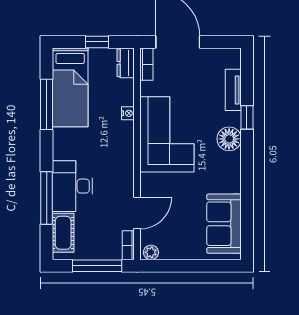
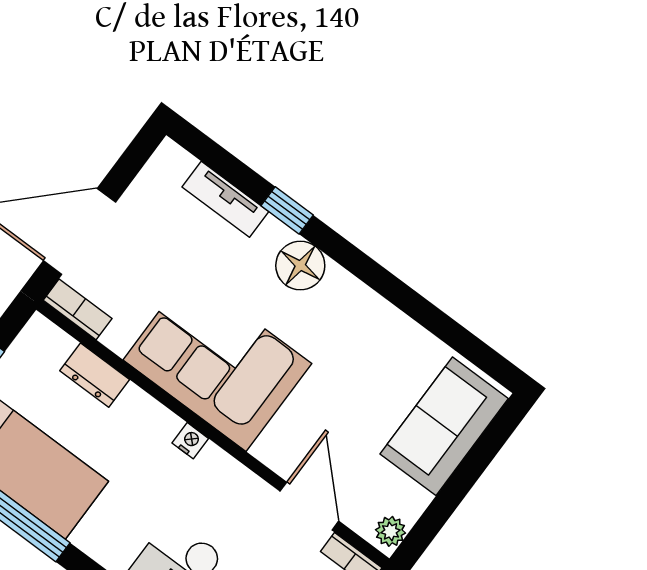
dresser: (126, 63) -> (95, 375), moved
nightstand: (128, 113) -> (190, 441), moved
sofa: (224, 224) -> (444, 426), moved, turned 90

